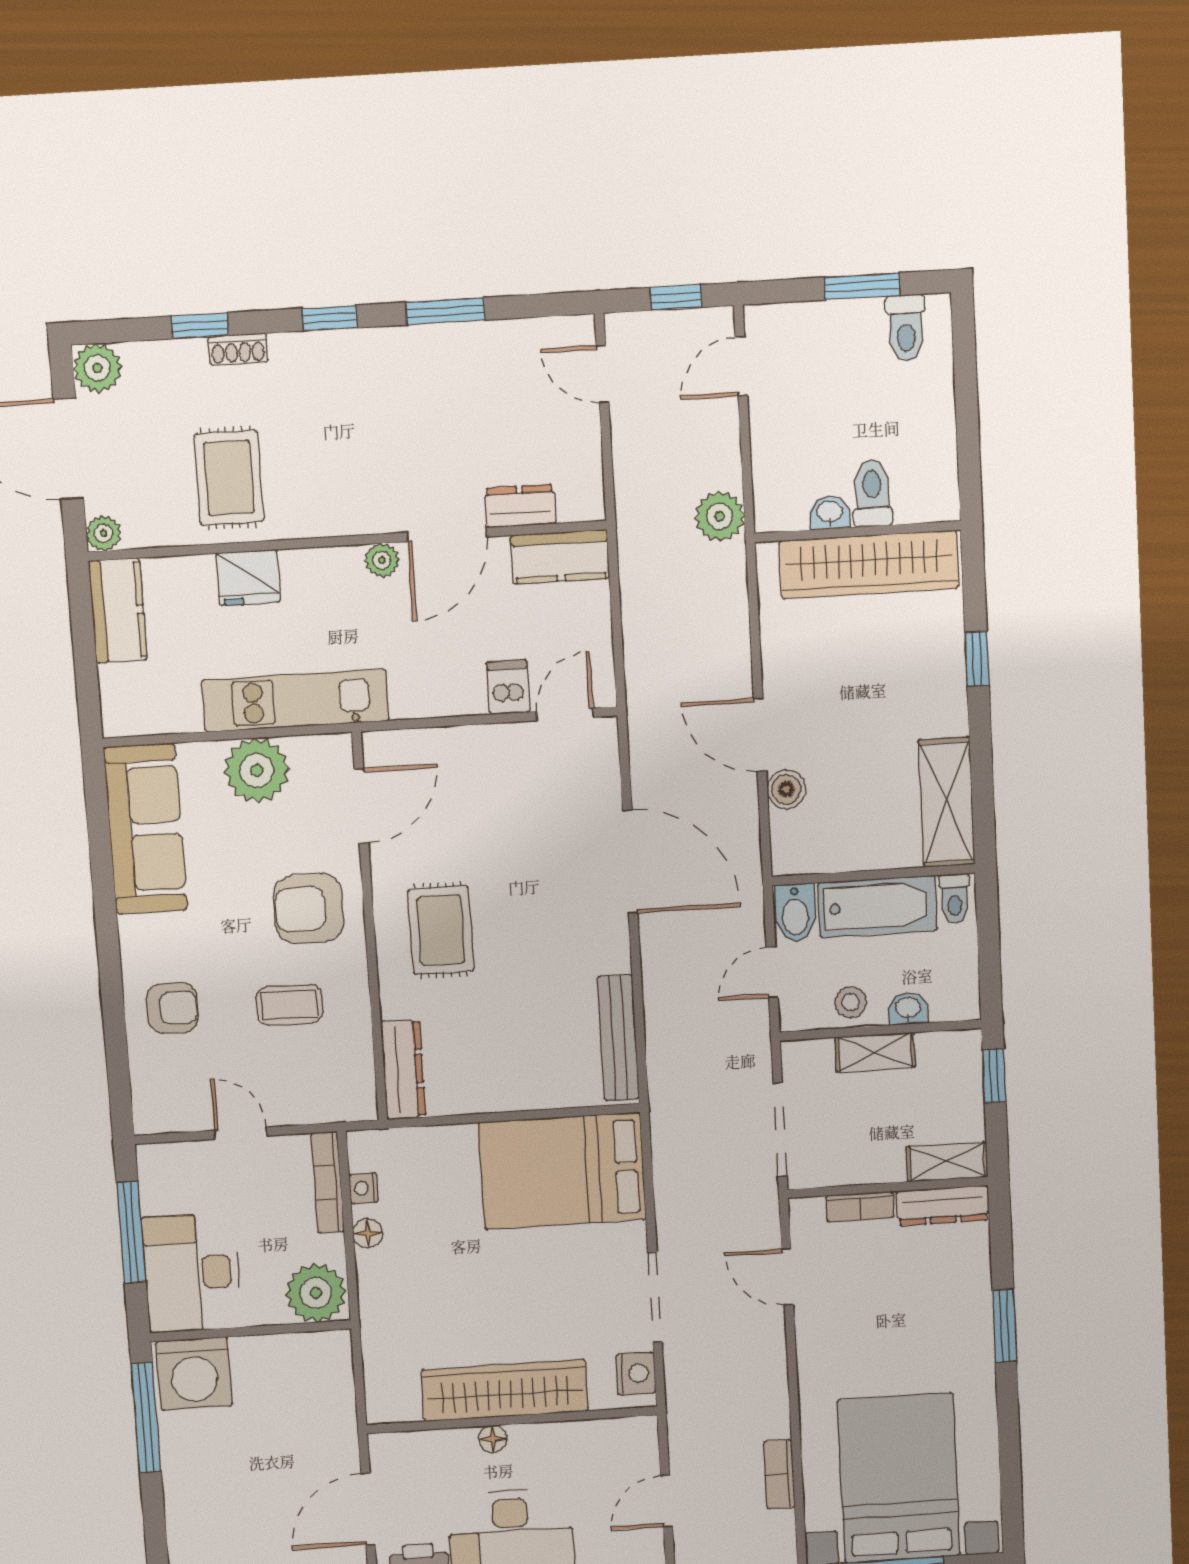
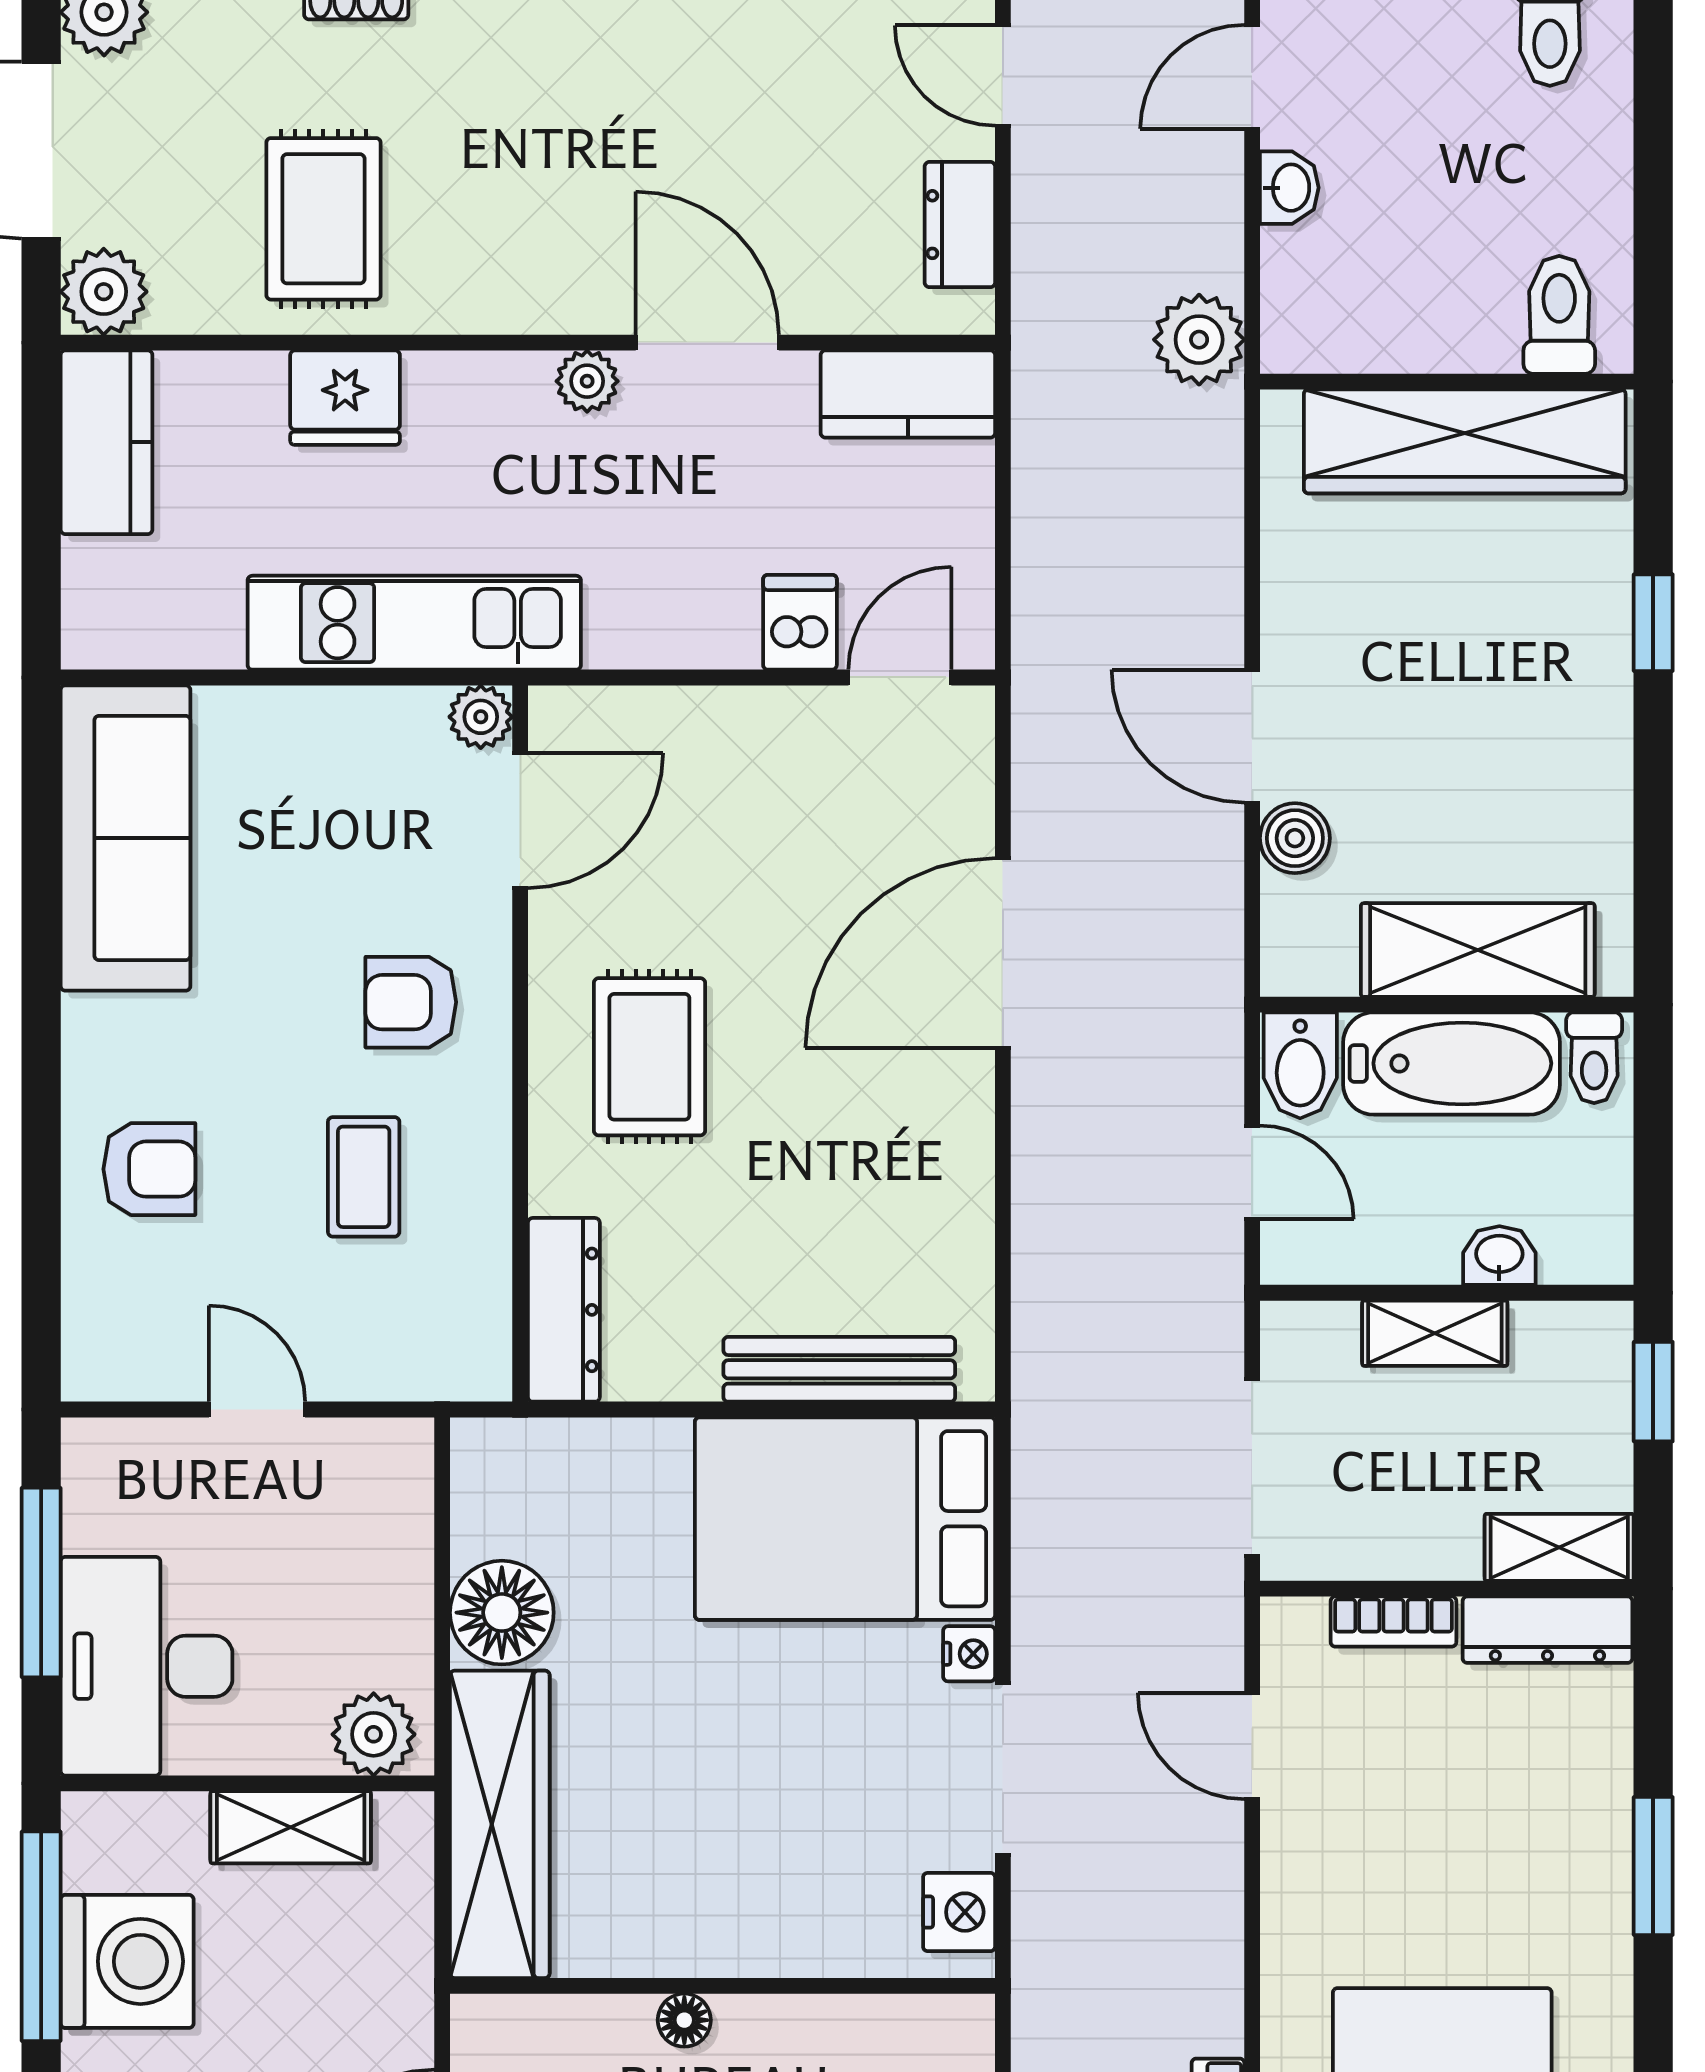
toilet: (872, 493) -> (1559, 315), moved
dresser: (520, 506) -> (960, 225), moved, turned -90
washbasin: (830, 512) -> (1289, 188), moved, turned 90
plant: (104, 533) -> (104, 292), width x1.38, depth x1.38
door: (447, 535) -> (707, 343), swing flipped
plant: (257, 770) -> (481, 717), moved, width x0.53, depth x0.53
shelving: (947, 802) -> (1478, 950), moved, turned 90
door: (630, 862) -> (1003, 953), swing flipped
armchair: (309, 909) -> (411, 1002), width x0.72, depth x0.72
door: (772, 972) -> (1252, 1172), swing flipped
stool: (851, 1002) -> (1394, 1237), removed
coffee table: (290, 1005) -> (364, 1177), turned 90
bench: (618, 1038) -> (839, 1369), moved, turned 90
bookcase: (328, 1182) -> (410, 1512), removed
nightstand: (364, 1188) -> (969, 1654), moved, turned 180
floor lamp: (368, 1233) -> (502, 1613), width x1.89, depth x1.89
plant: (316, 1293) -> (374, 1734), width x0.73, depth x0.73
shelving: (275, 1352) -> (291, 1827), added
washing machine: (194, 1374) -> (127, 1961), moved, turned -90
wardrobe: (505, 1390) -> (500, 1824), moved, turned 90

